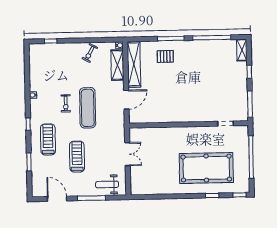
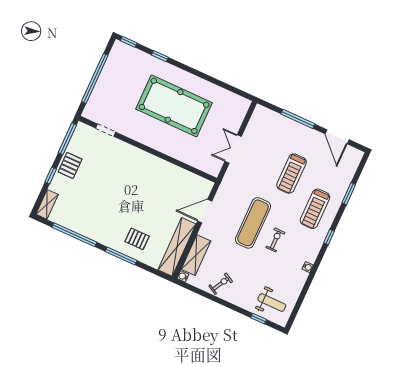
pallet: (239, 86) -> (70, 165), added
pool table: (206, 168) -> (174, 106), moved
weight bench: (107, 184) -> (272, 303), moved

